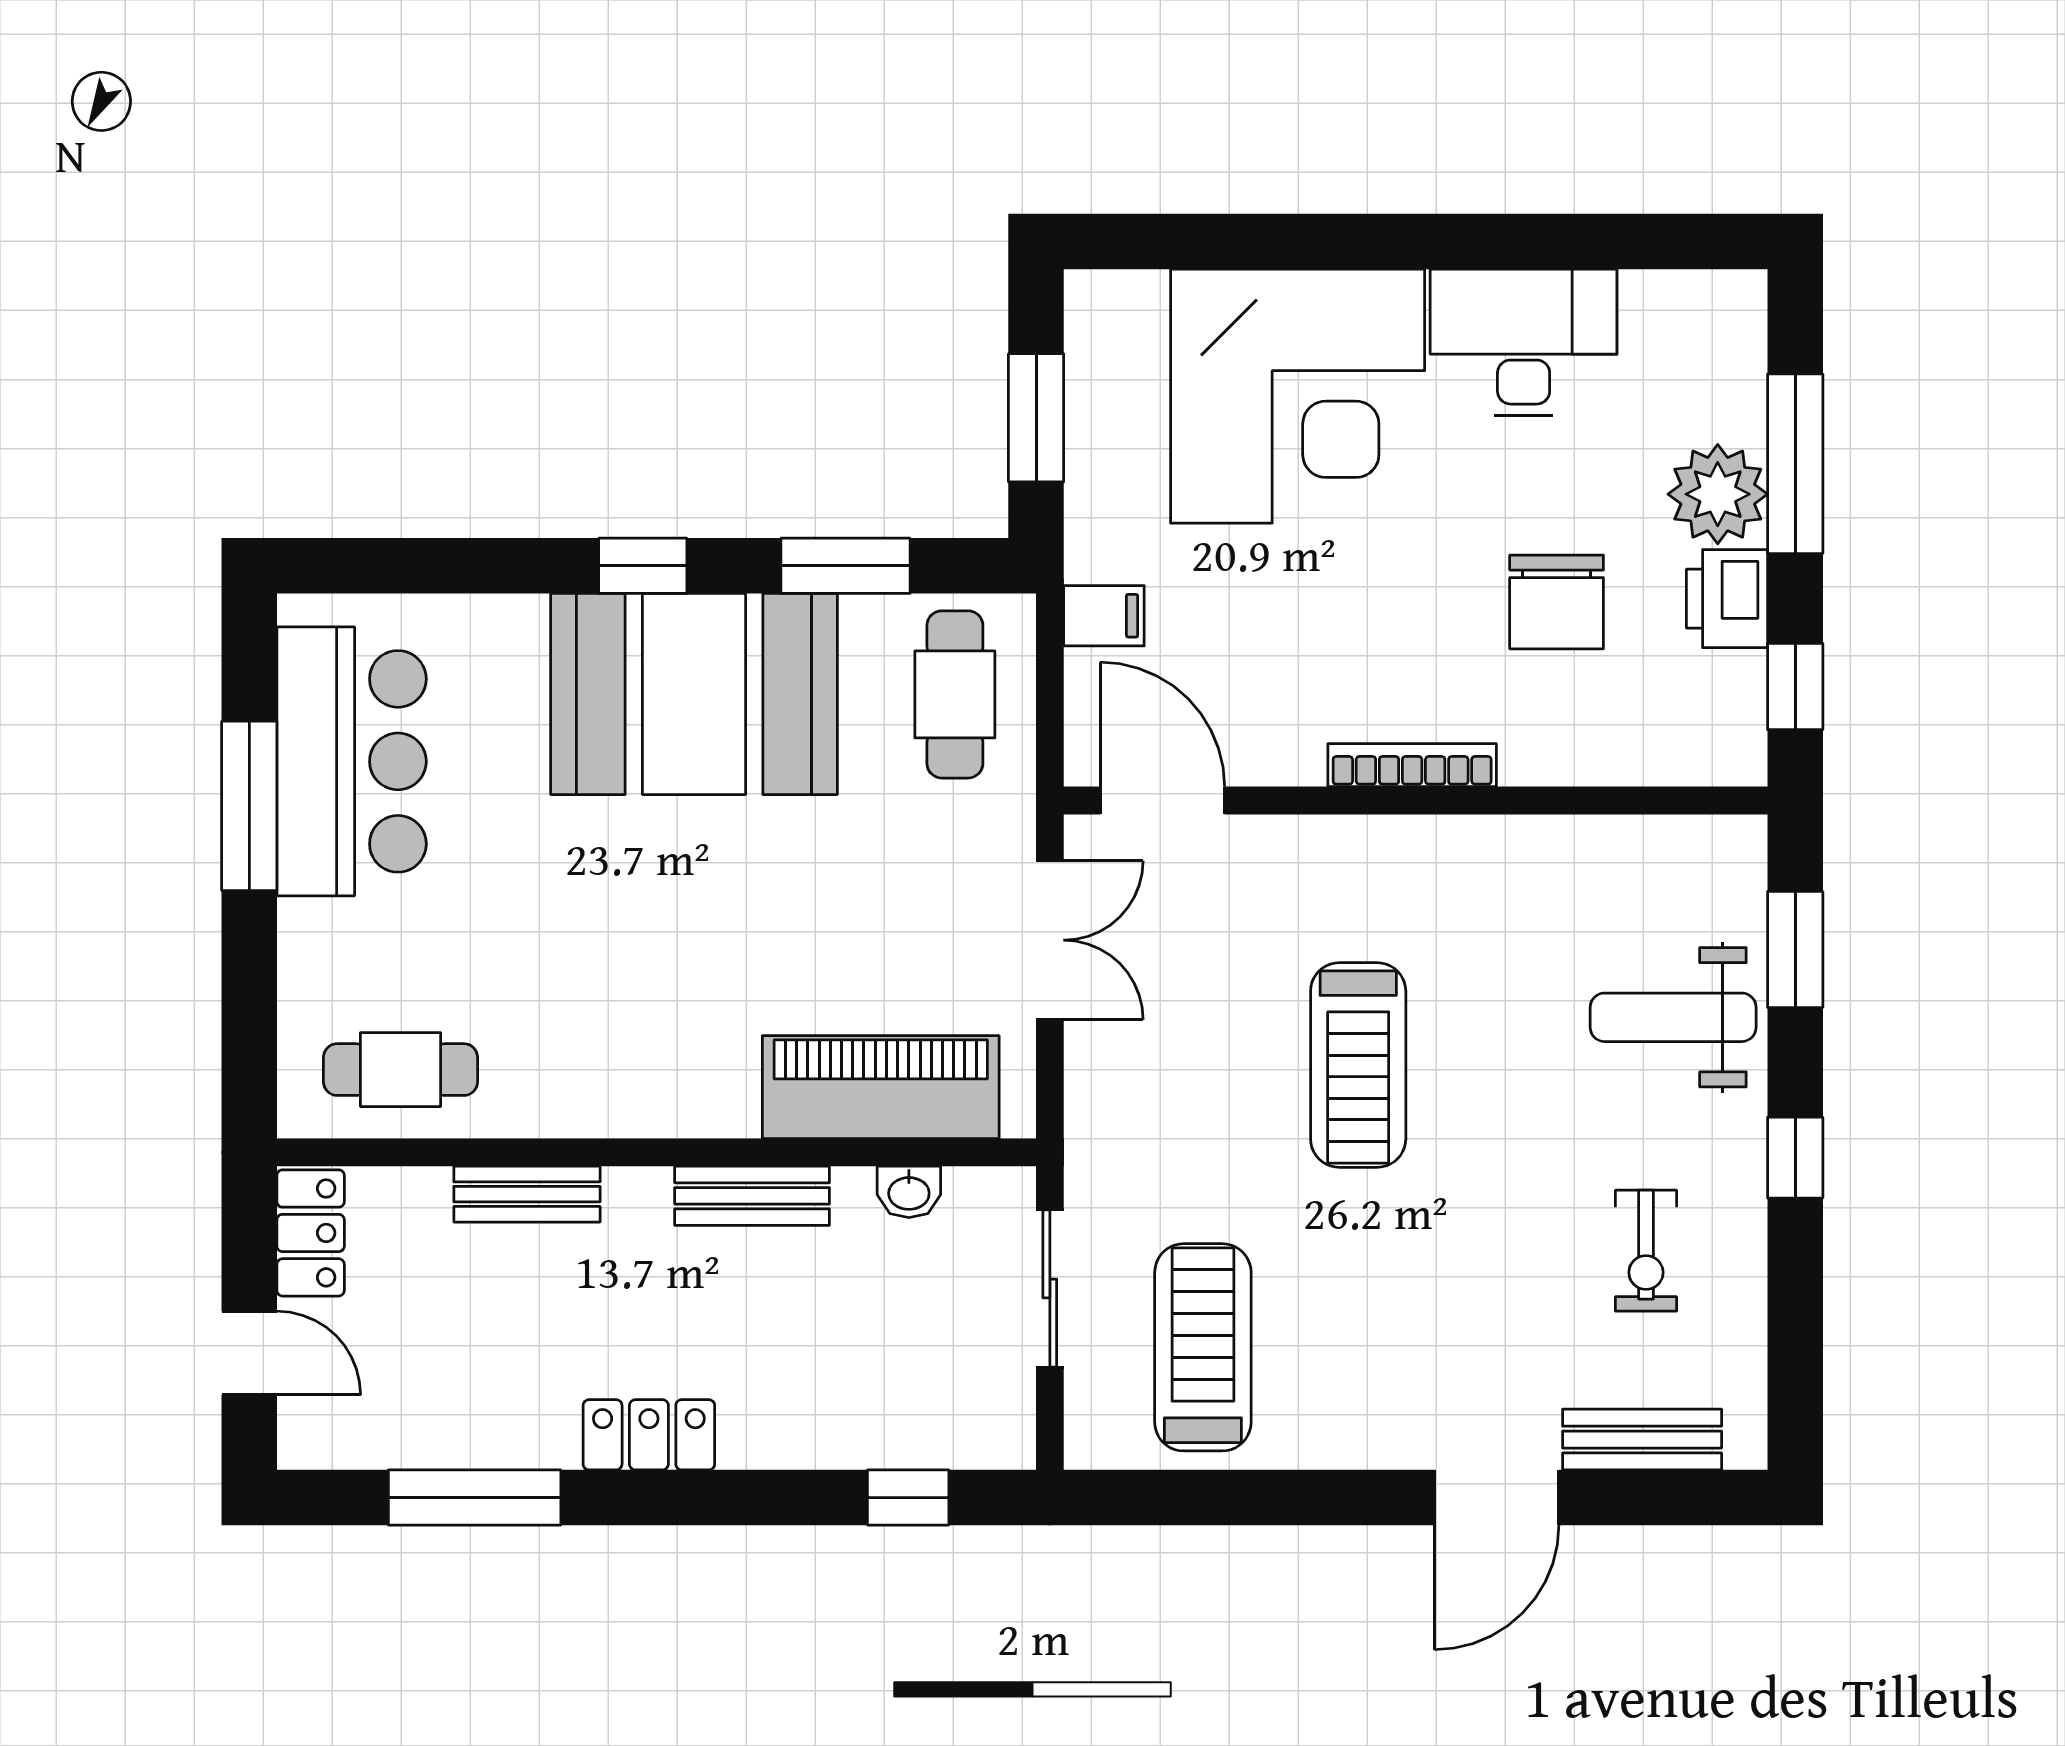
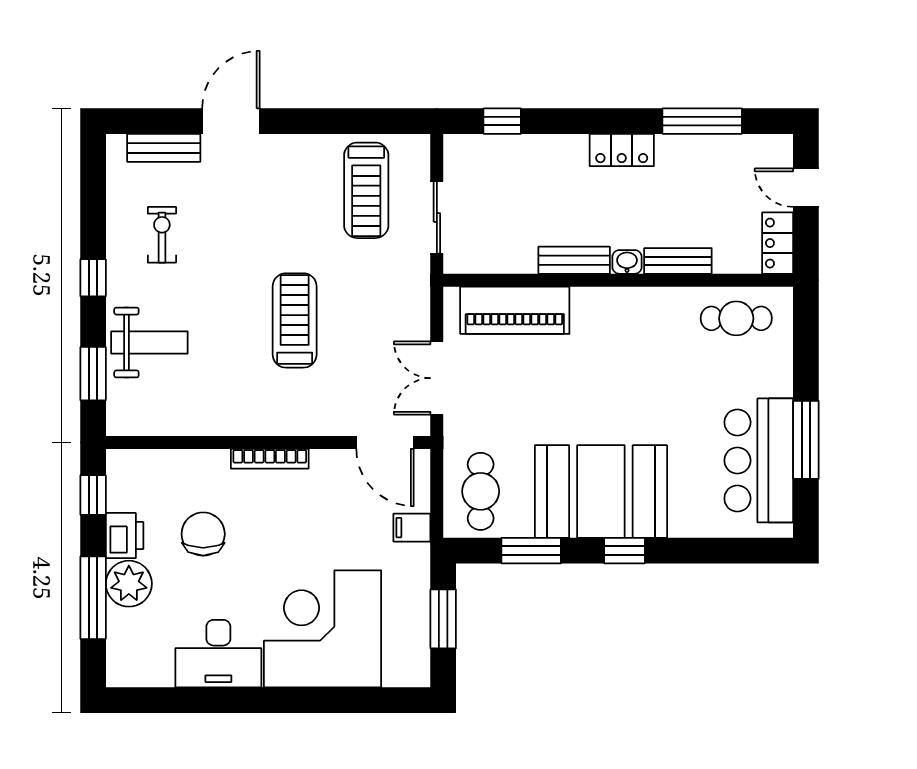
washbasin: (909, 1192) -> (627, 262), moved

